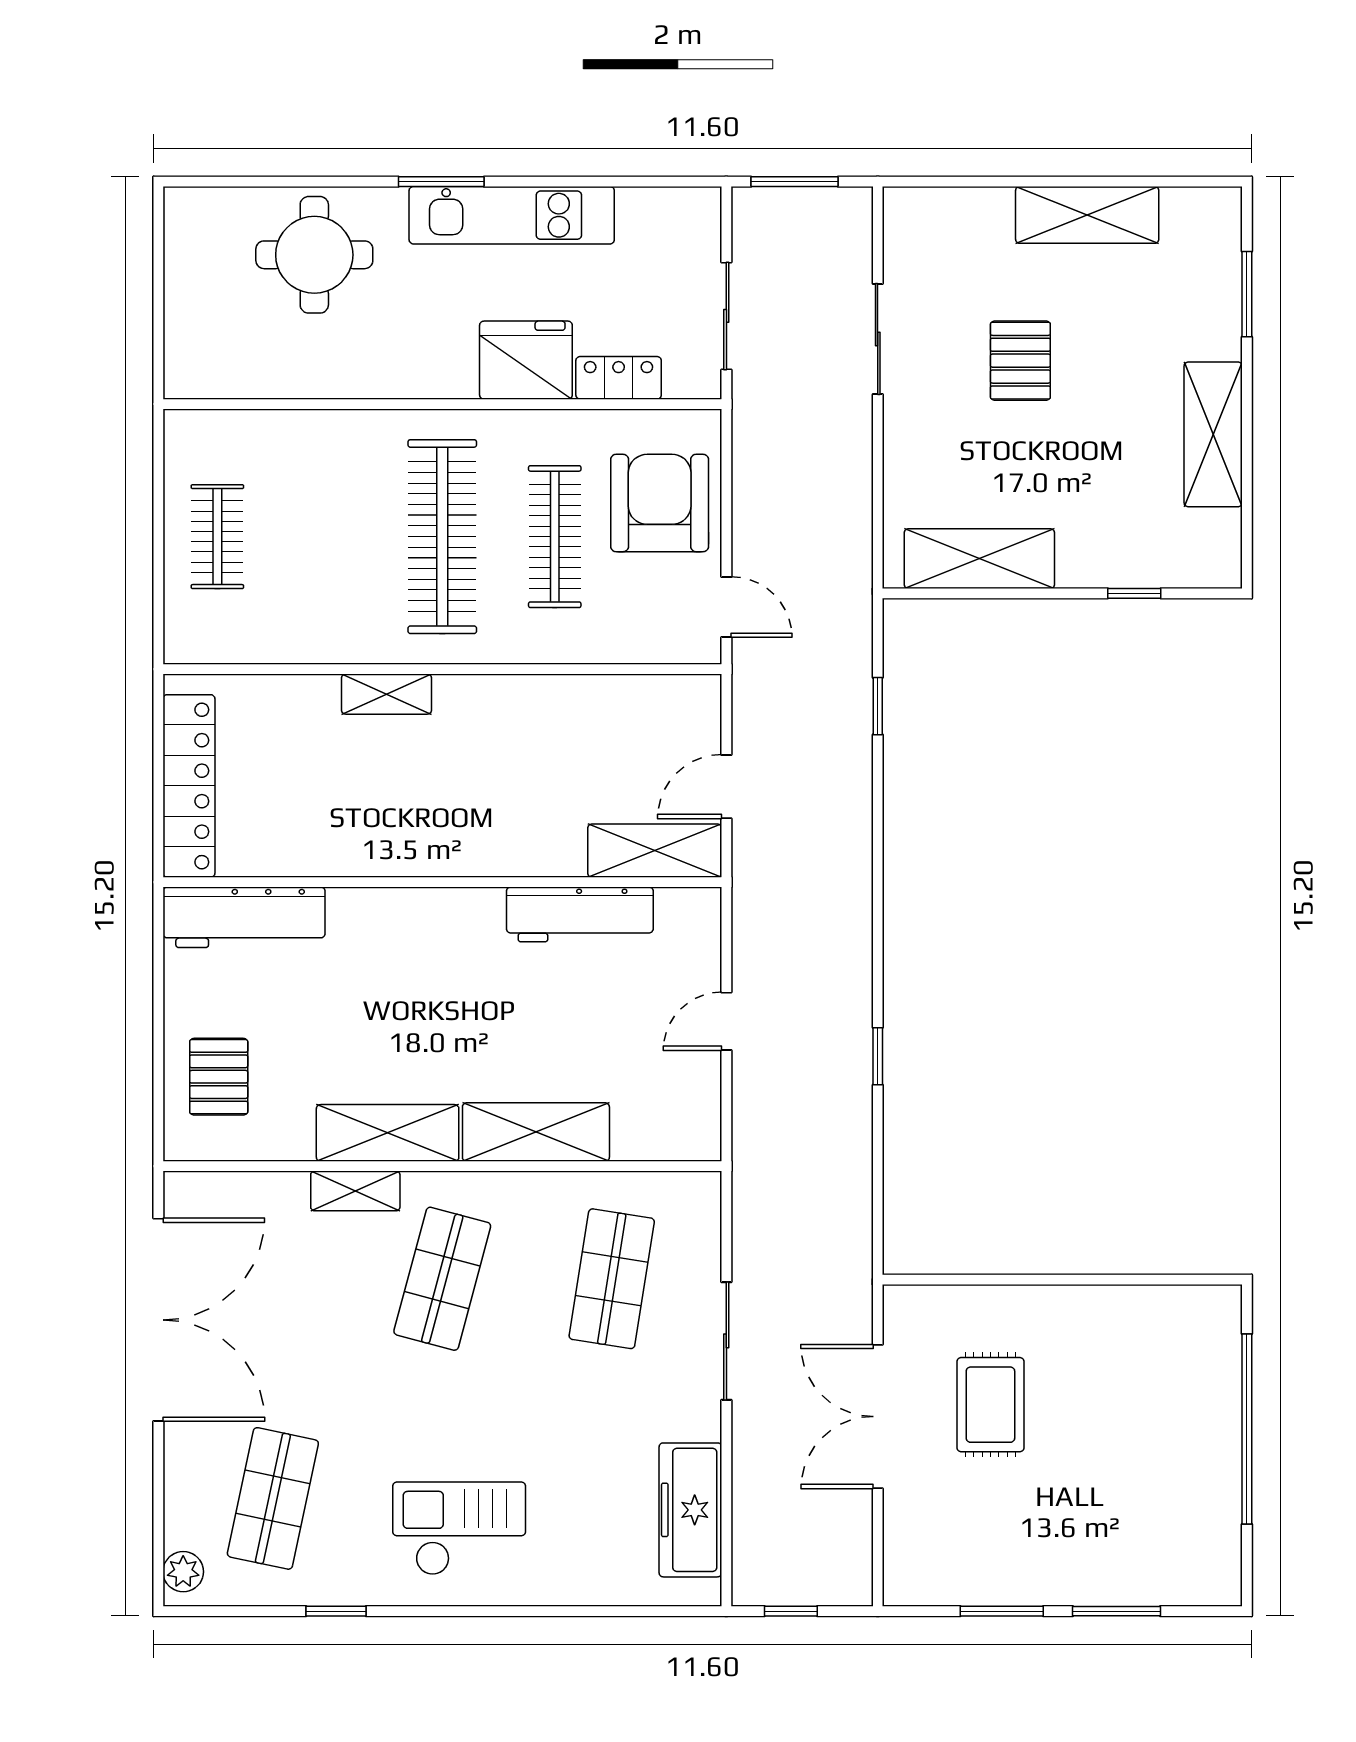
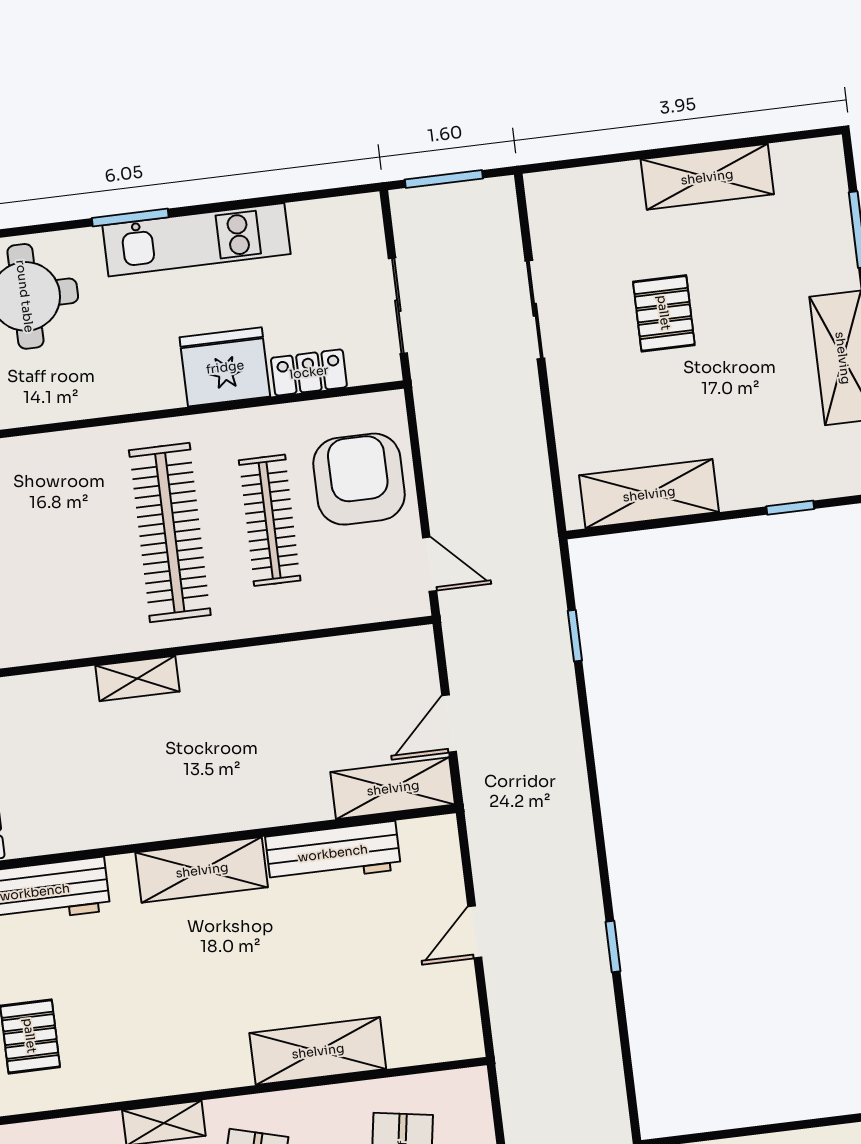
shelving: (388, 1133) -> (202, 870), moved

